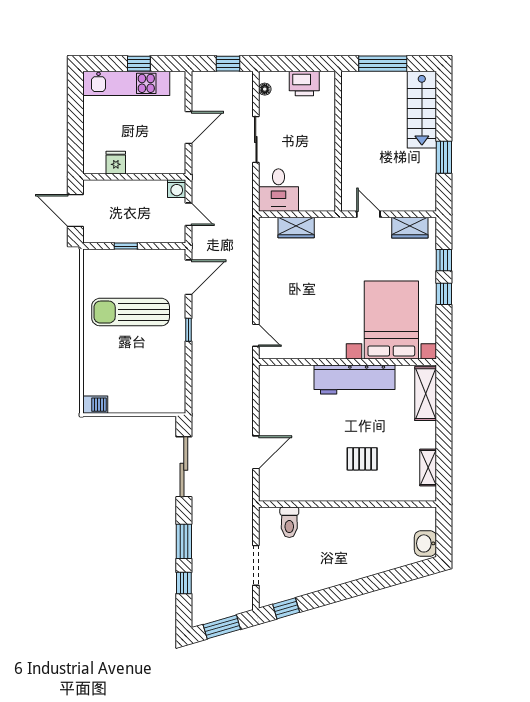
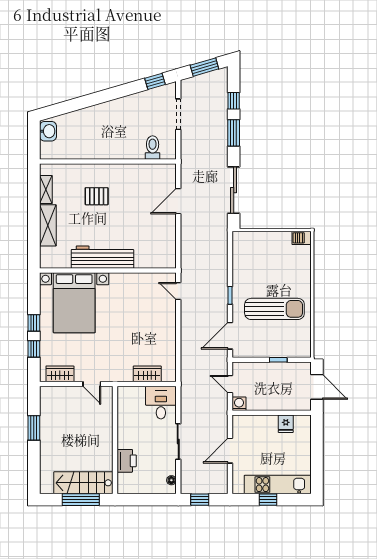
printer: (304, 83) -> (127, 461), moved, turned 90
stairs: (422, 110) -> (83, 483), moved, turned -90
shelving: (426, 394) -> (48, 225), moved

